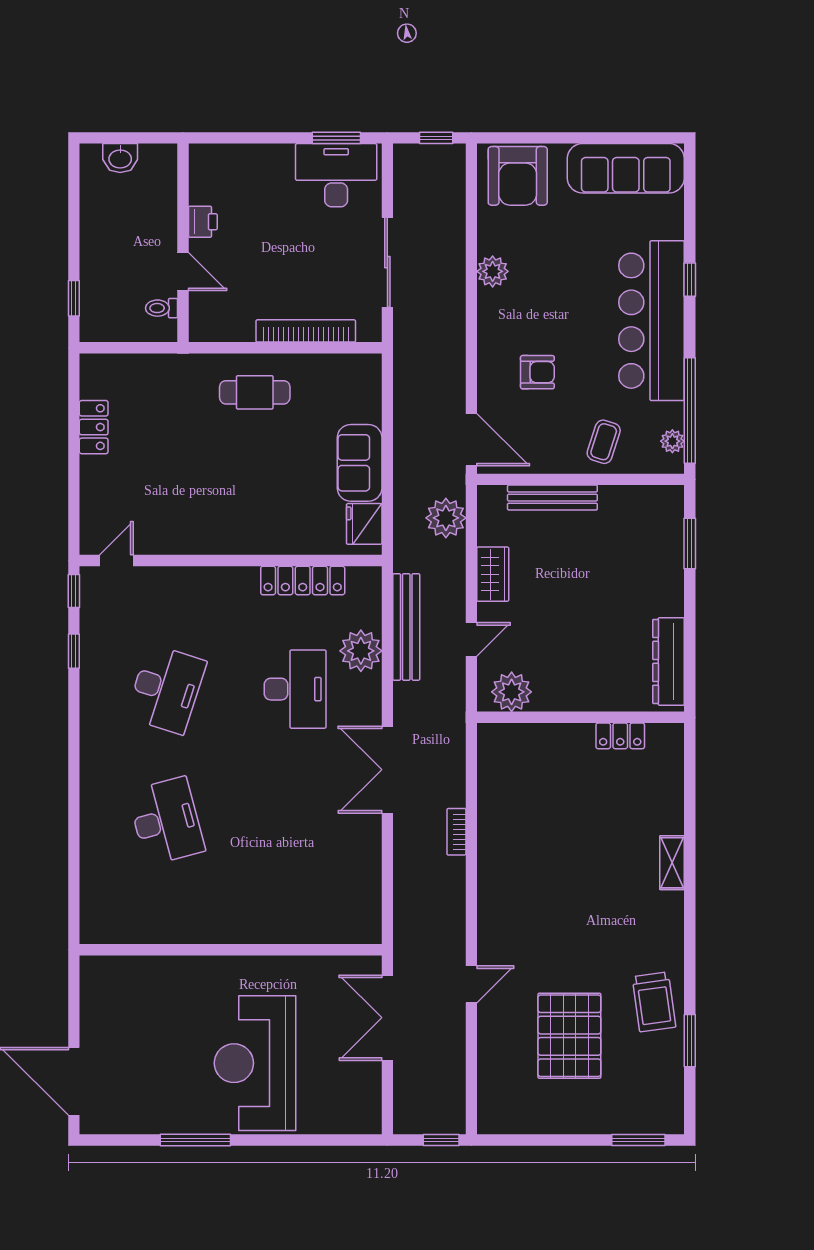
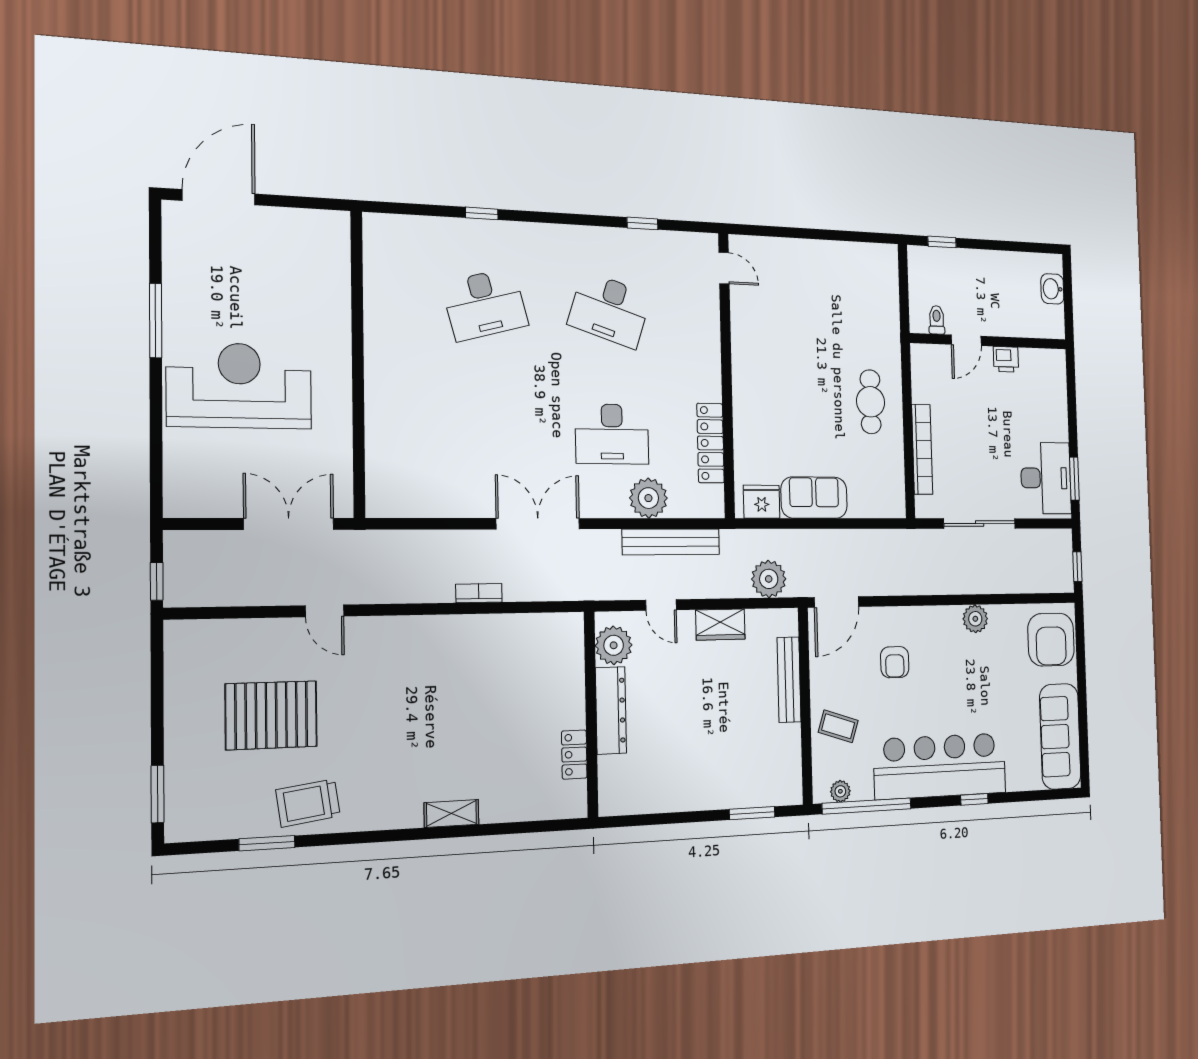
armchair: (518, 176) -> (1051, 640), turned -90
locker: (94, 427) -> (838, 253), removed
window: (74, 591) -> (482, 213), moved
dresser: (668, 661) -> (611, 710), moved, turned 90

